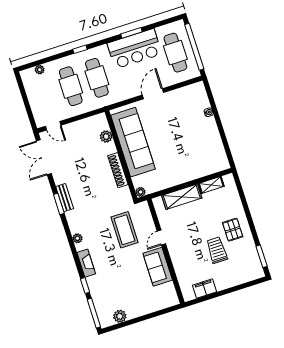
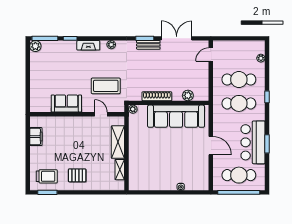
double door: (44, 157) -> (177, 38), moved
door: (161, 237) -> (101, 114), moved
trolley: (217, 250) -> (47, 176), moved
plant: (120, 316) -> (35, 46), moved

